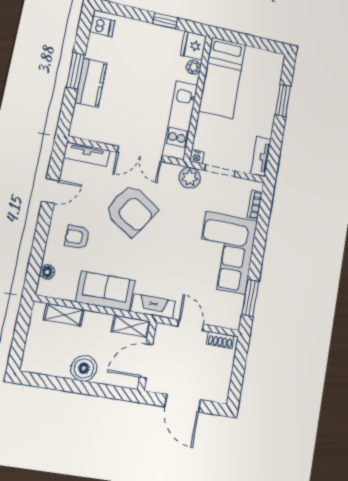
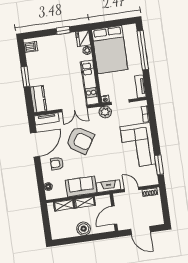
bed: (222, 78) -> (110, 50), width x1.50
kitchen counter: (91, 83) -> (38, 99), moved
window: (283, 100) -> (143, 50), width x2.11
door: (50, 191) -> (35, 145), width x1.88
shelving: (131, 326) -> (85, 202), moved

